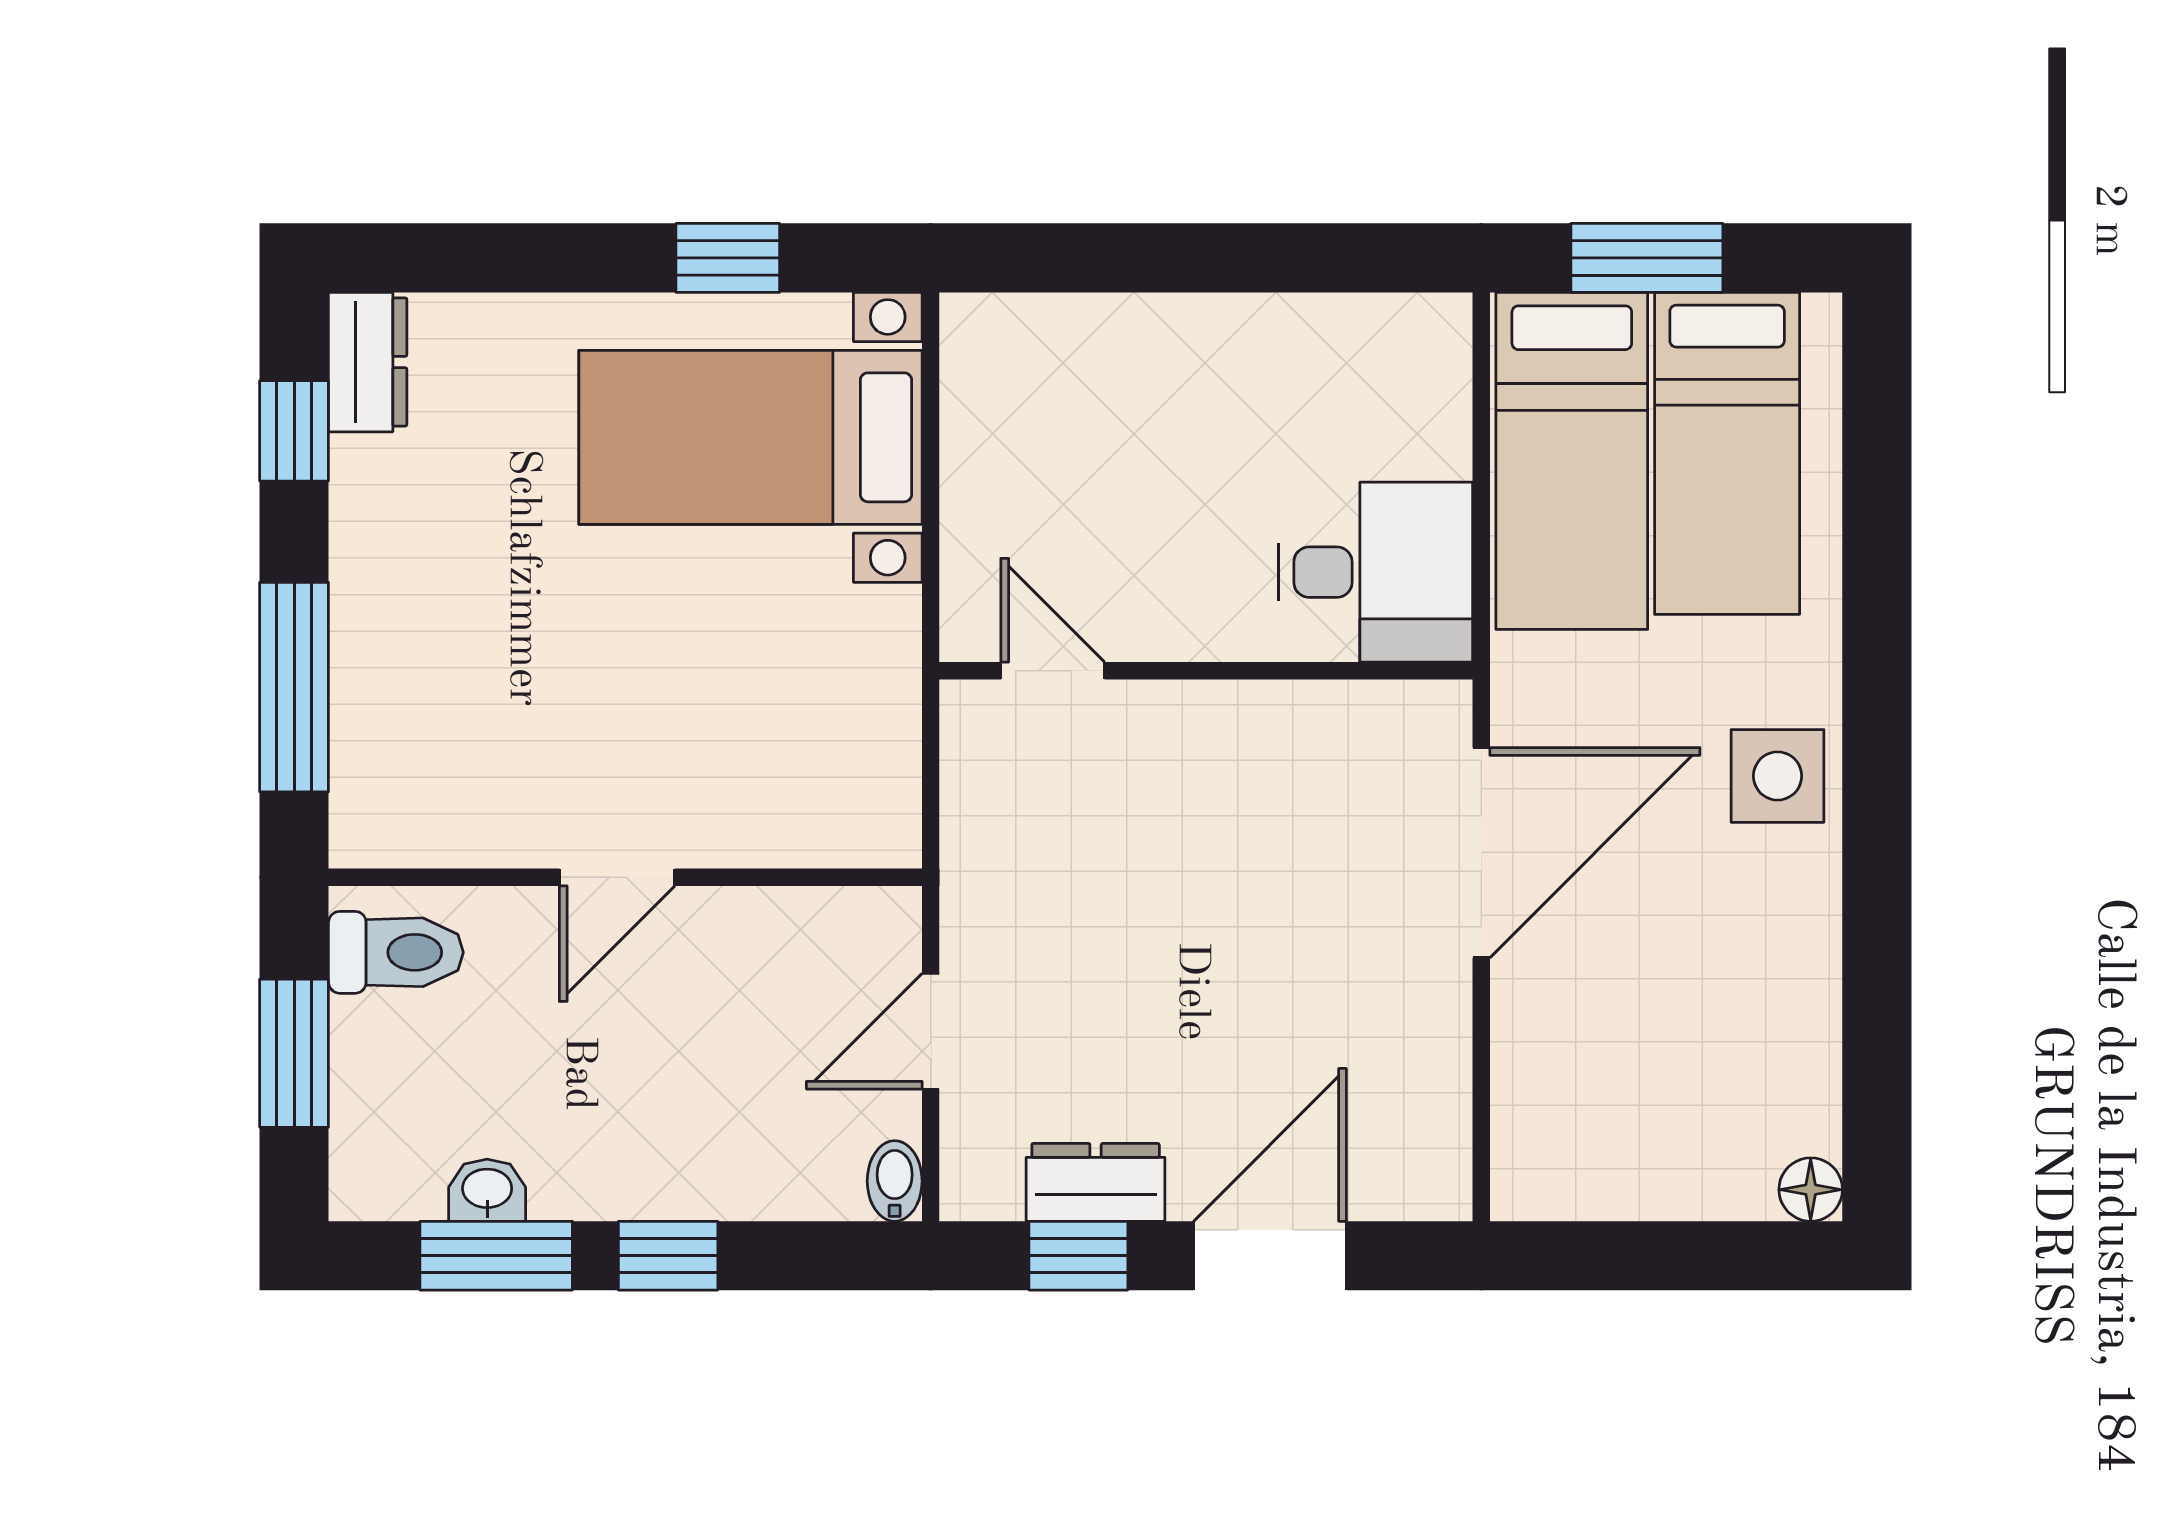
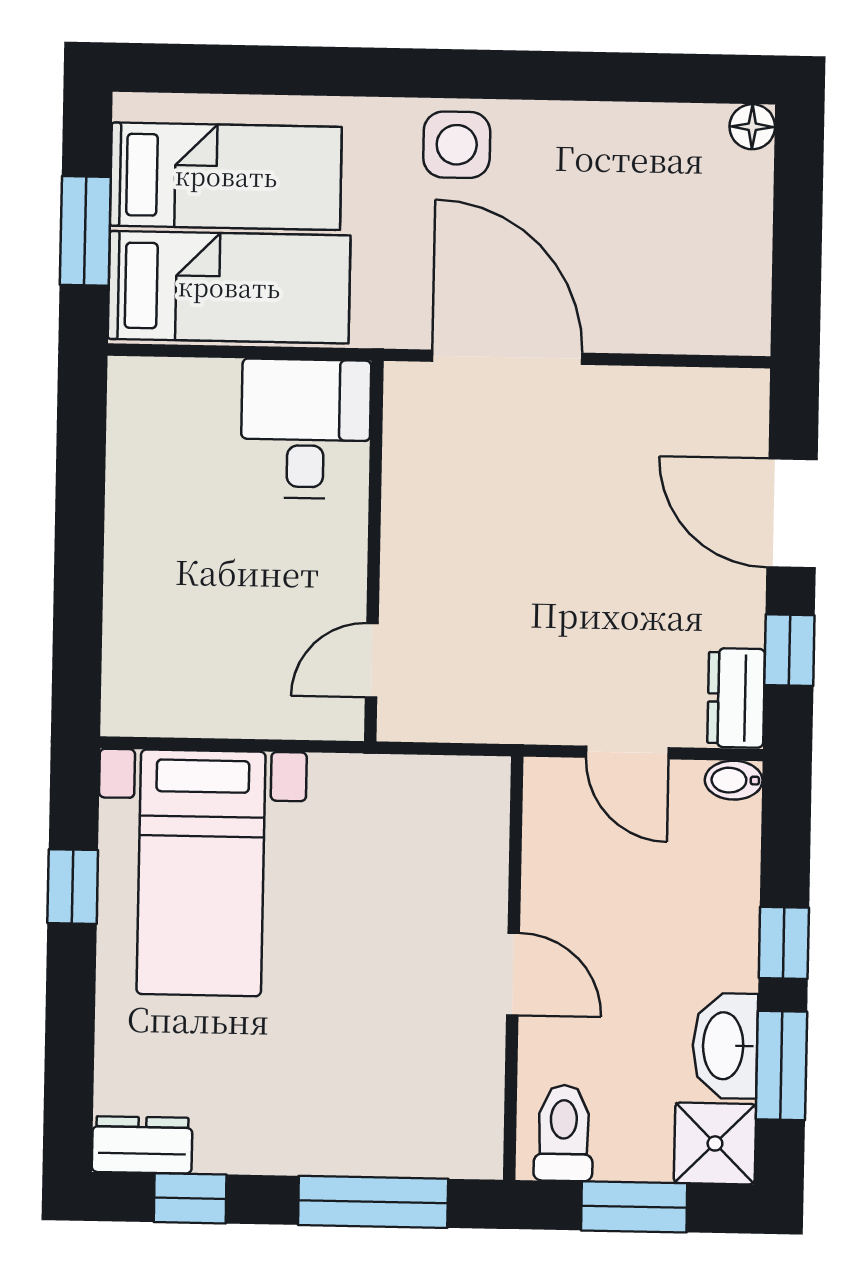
shower: (385, 1165) -> (715, 1143), added
dresser: (1096, 1182) -> (736, 698), moved
washbasin: (487, 1190) -> (725, 1046), width x1.91, depth x1.45

